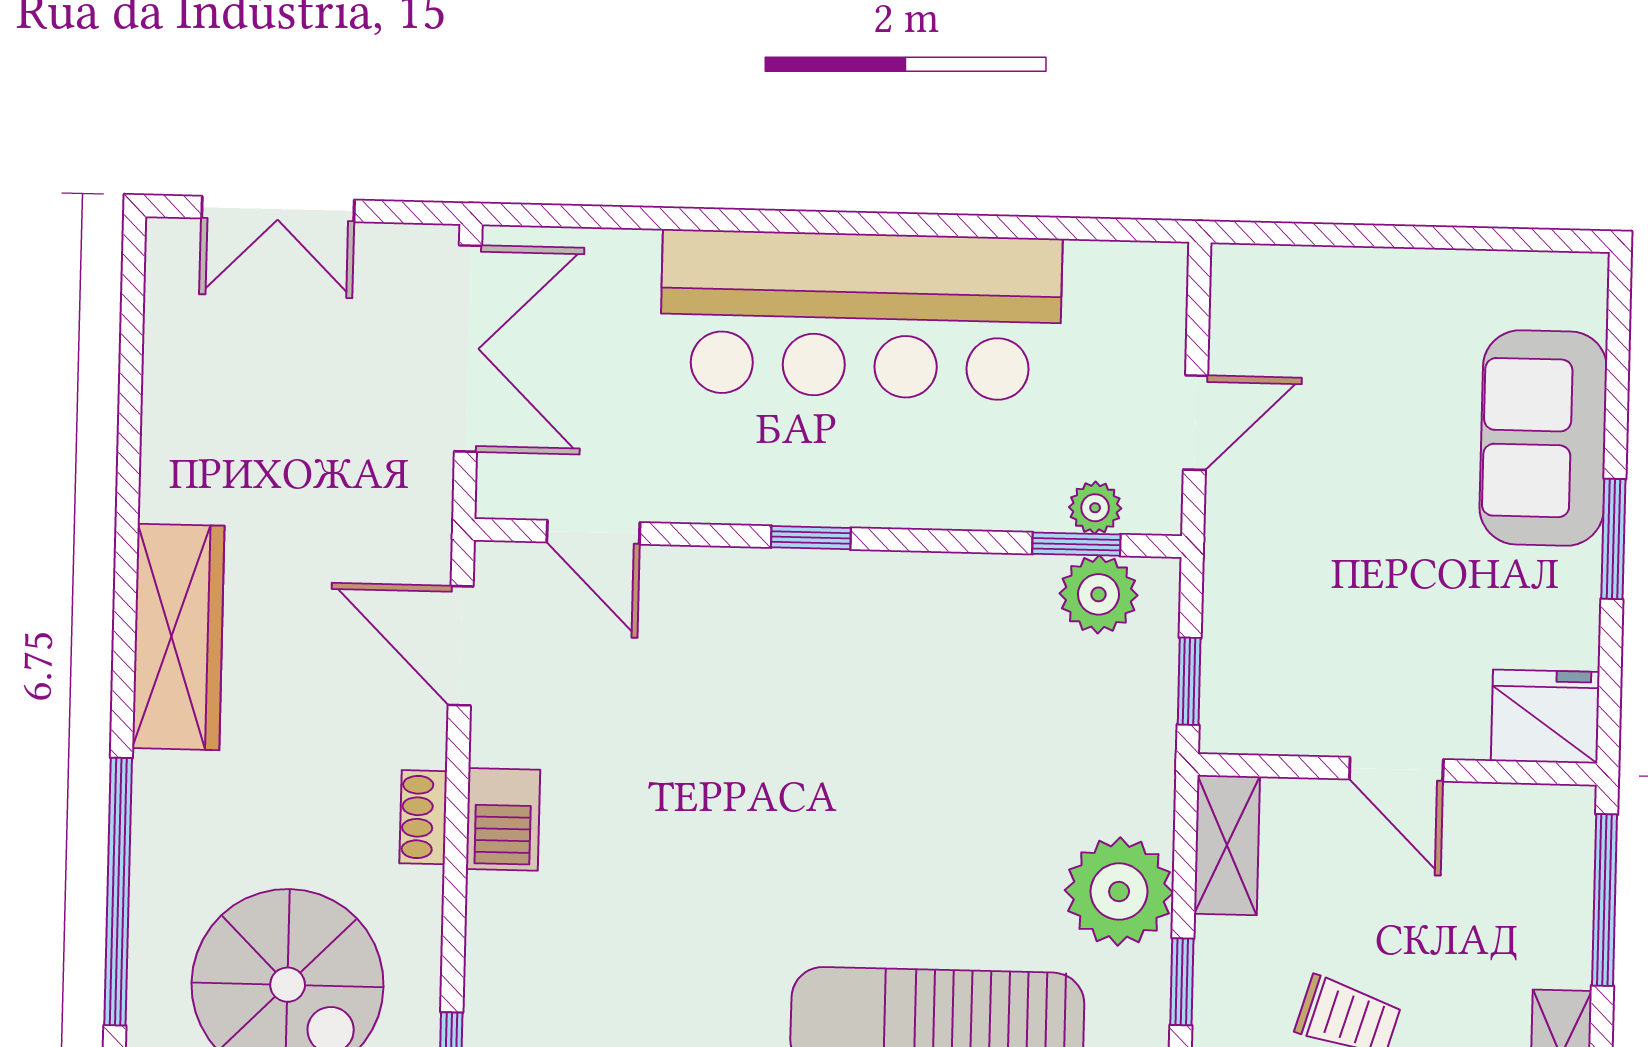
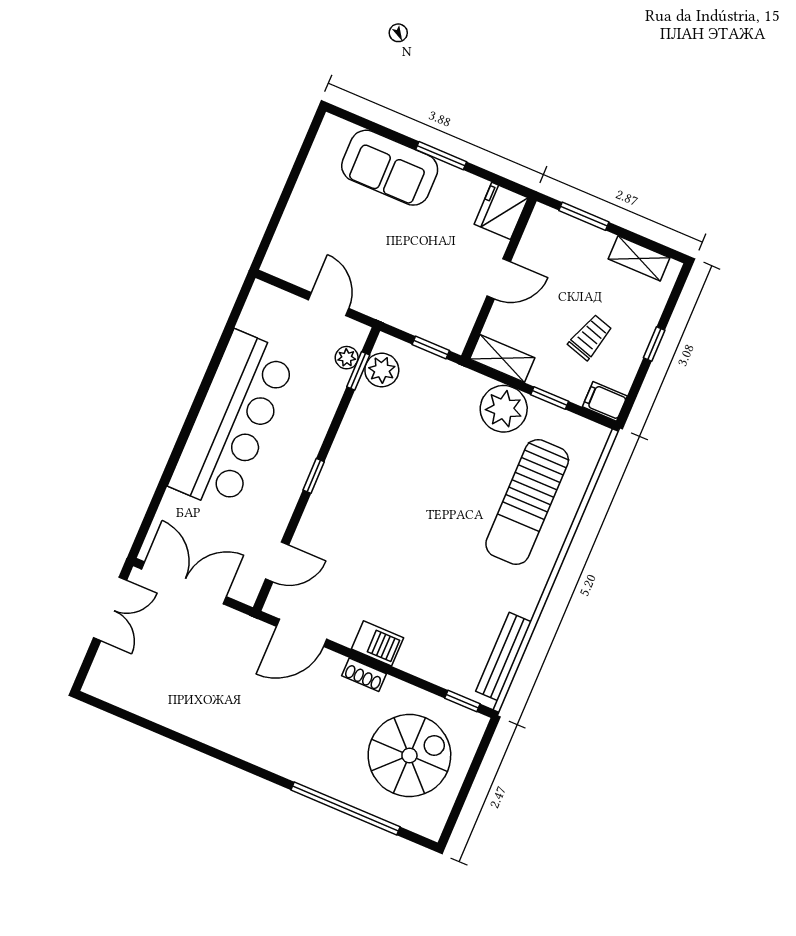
double door: (278, 209) -> (110, 609), moved
wardrobe: (178, 637) -> (253, 744), removed
window: (1605, 900) -> (584, 216), width x0.69

